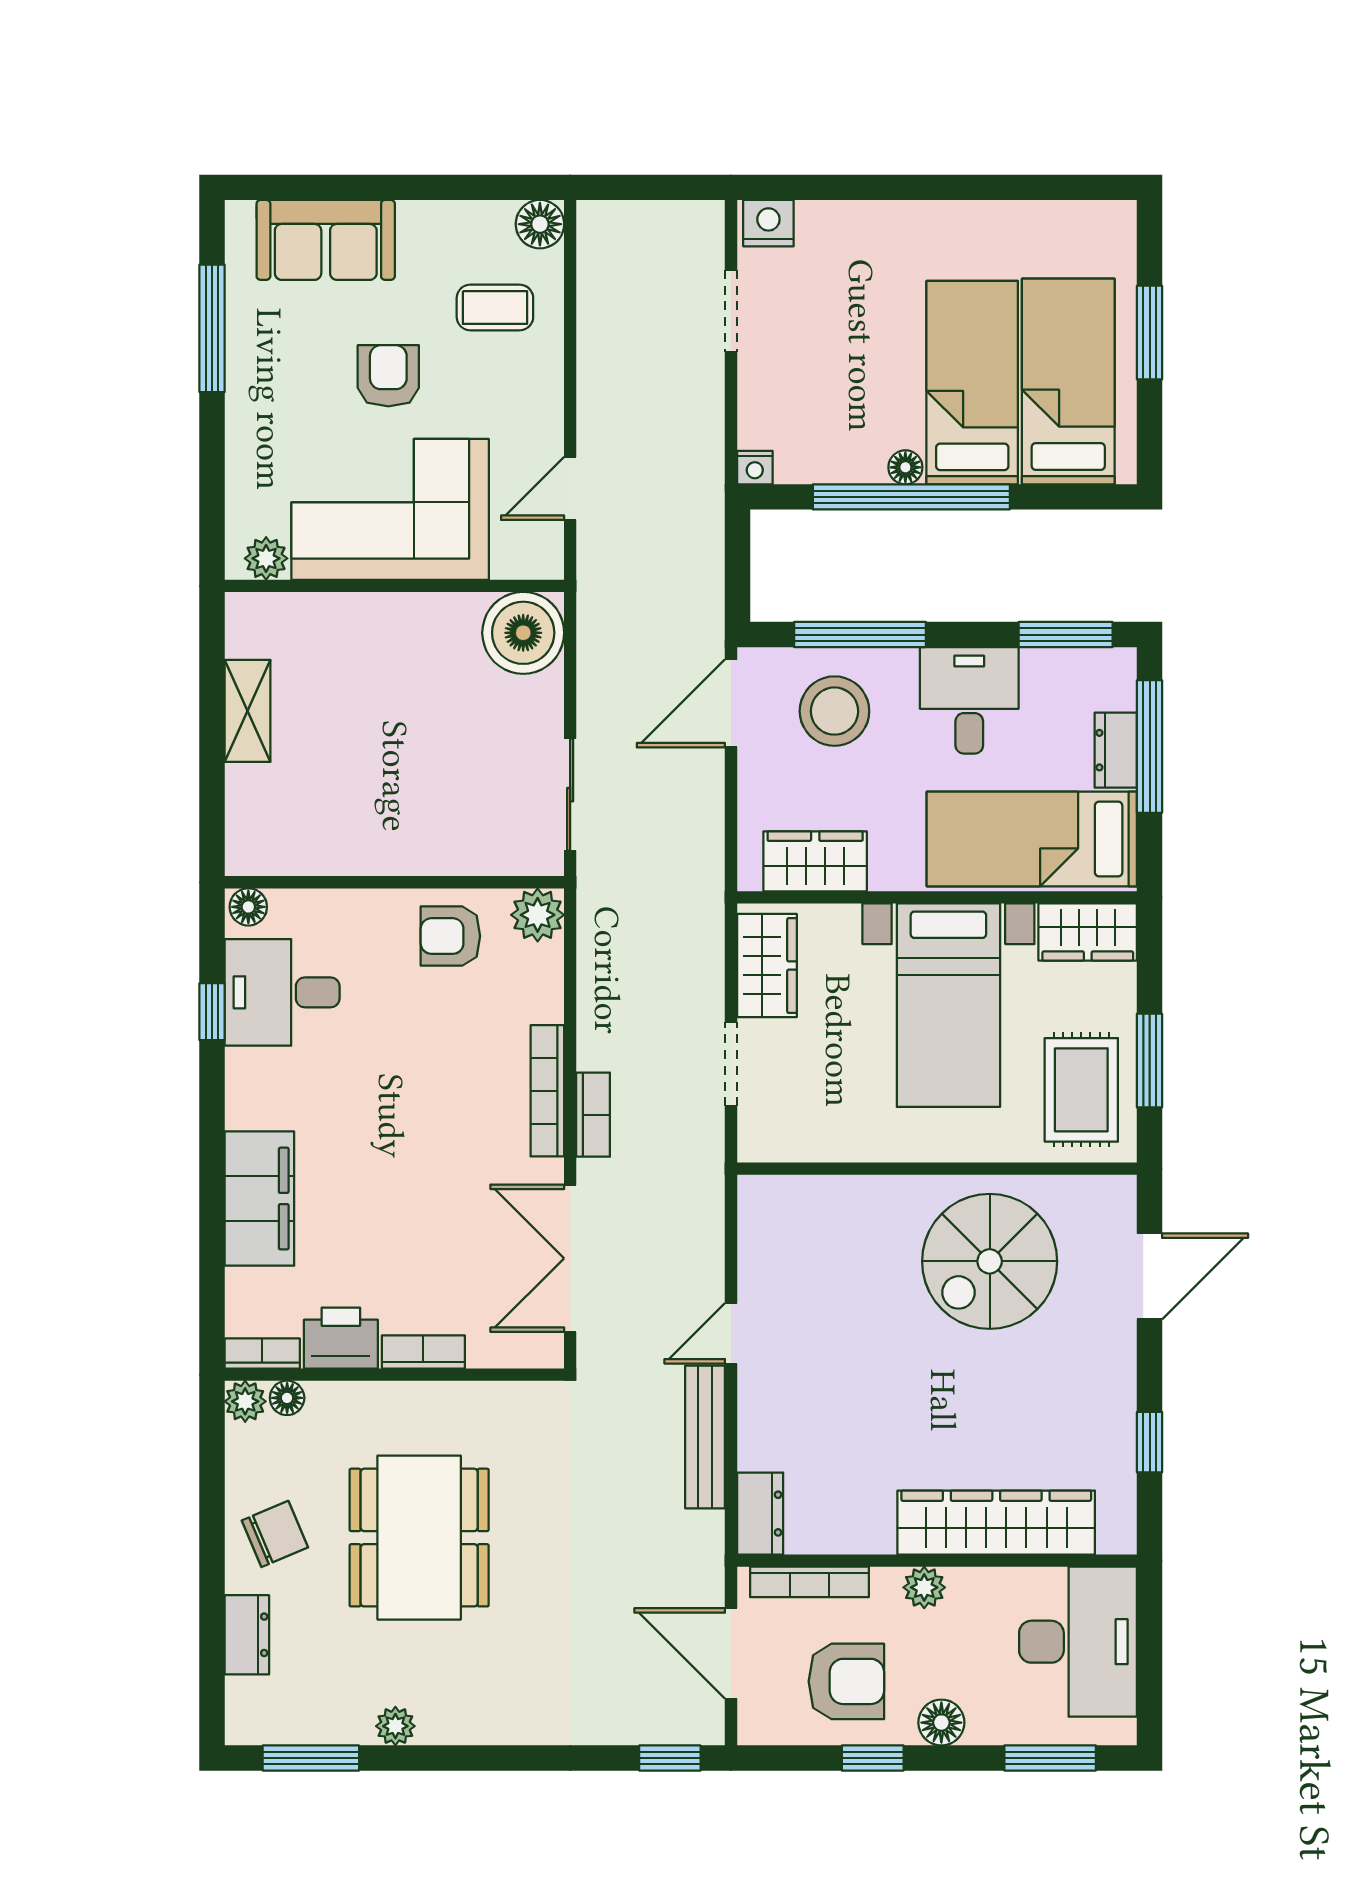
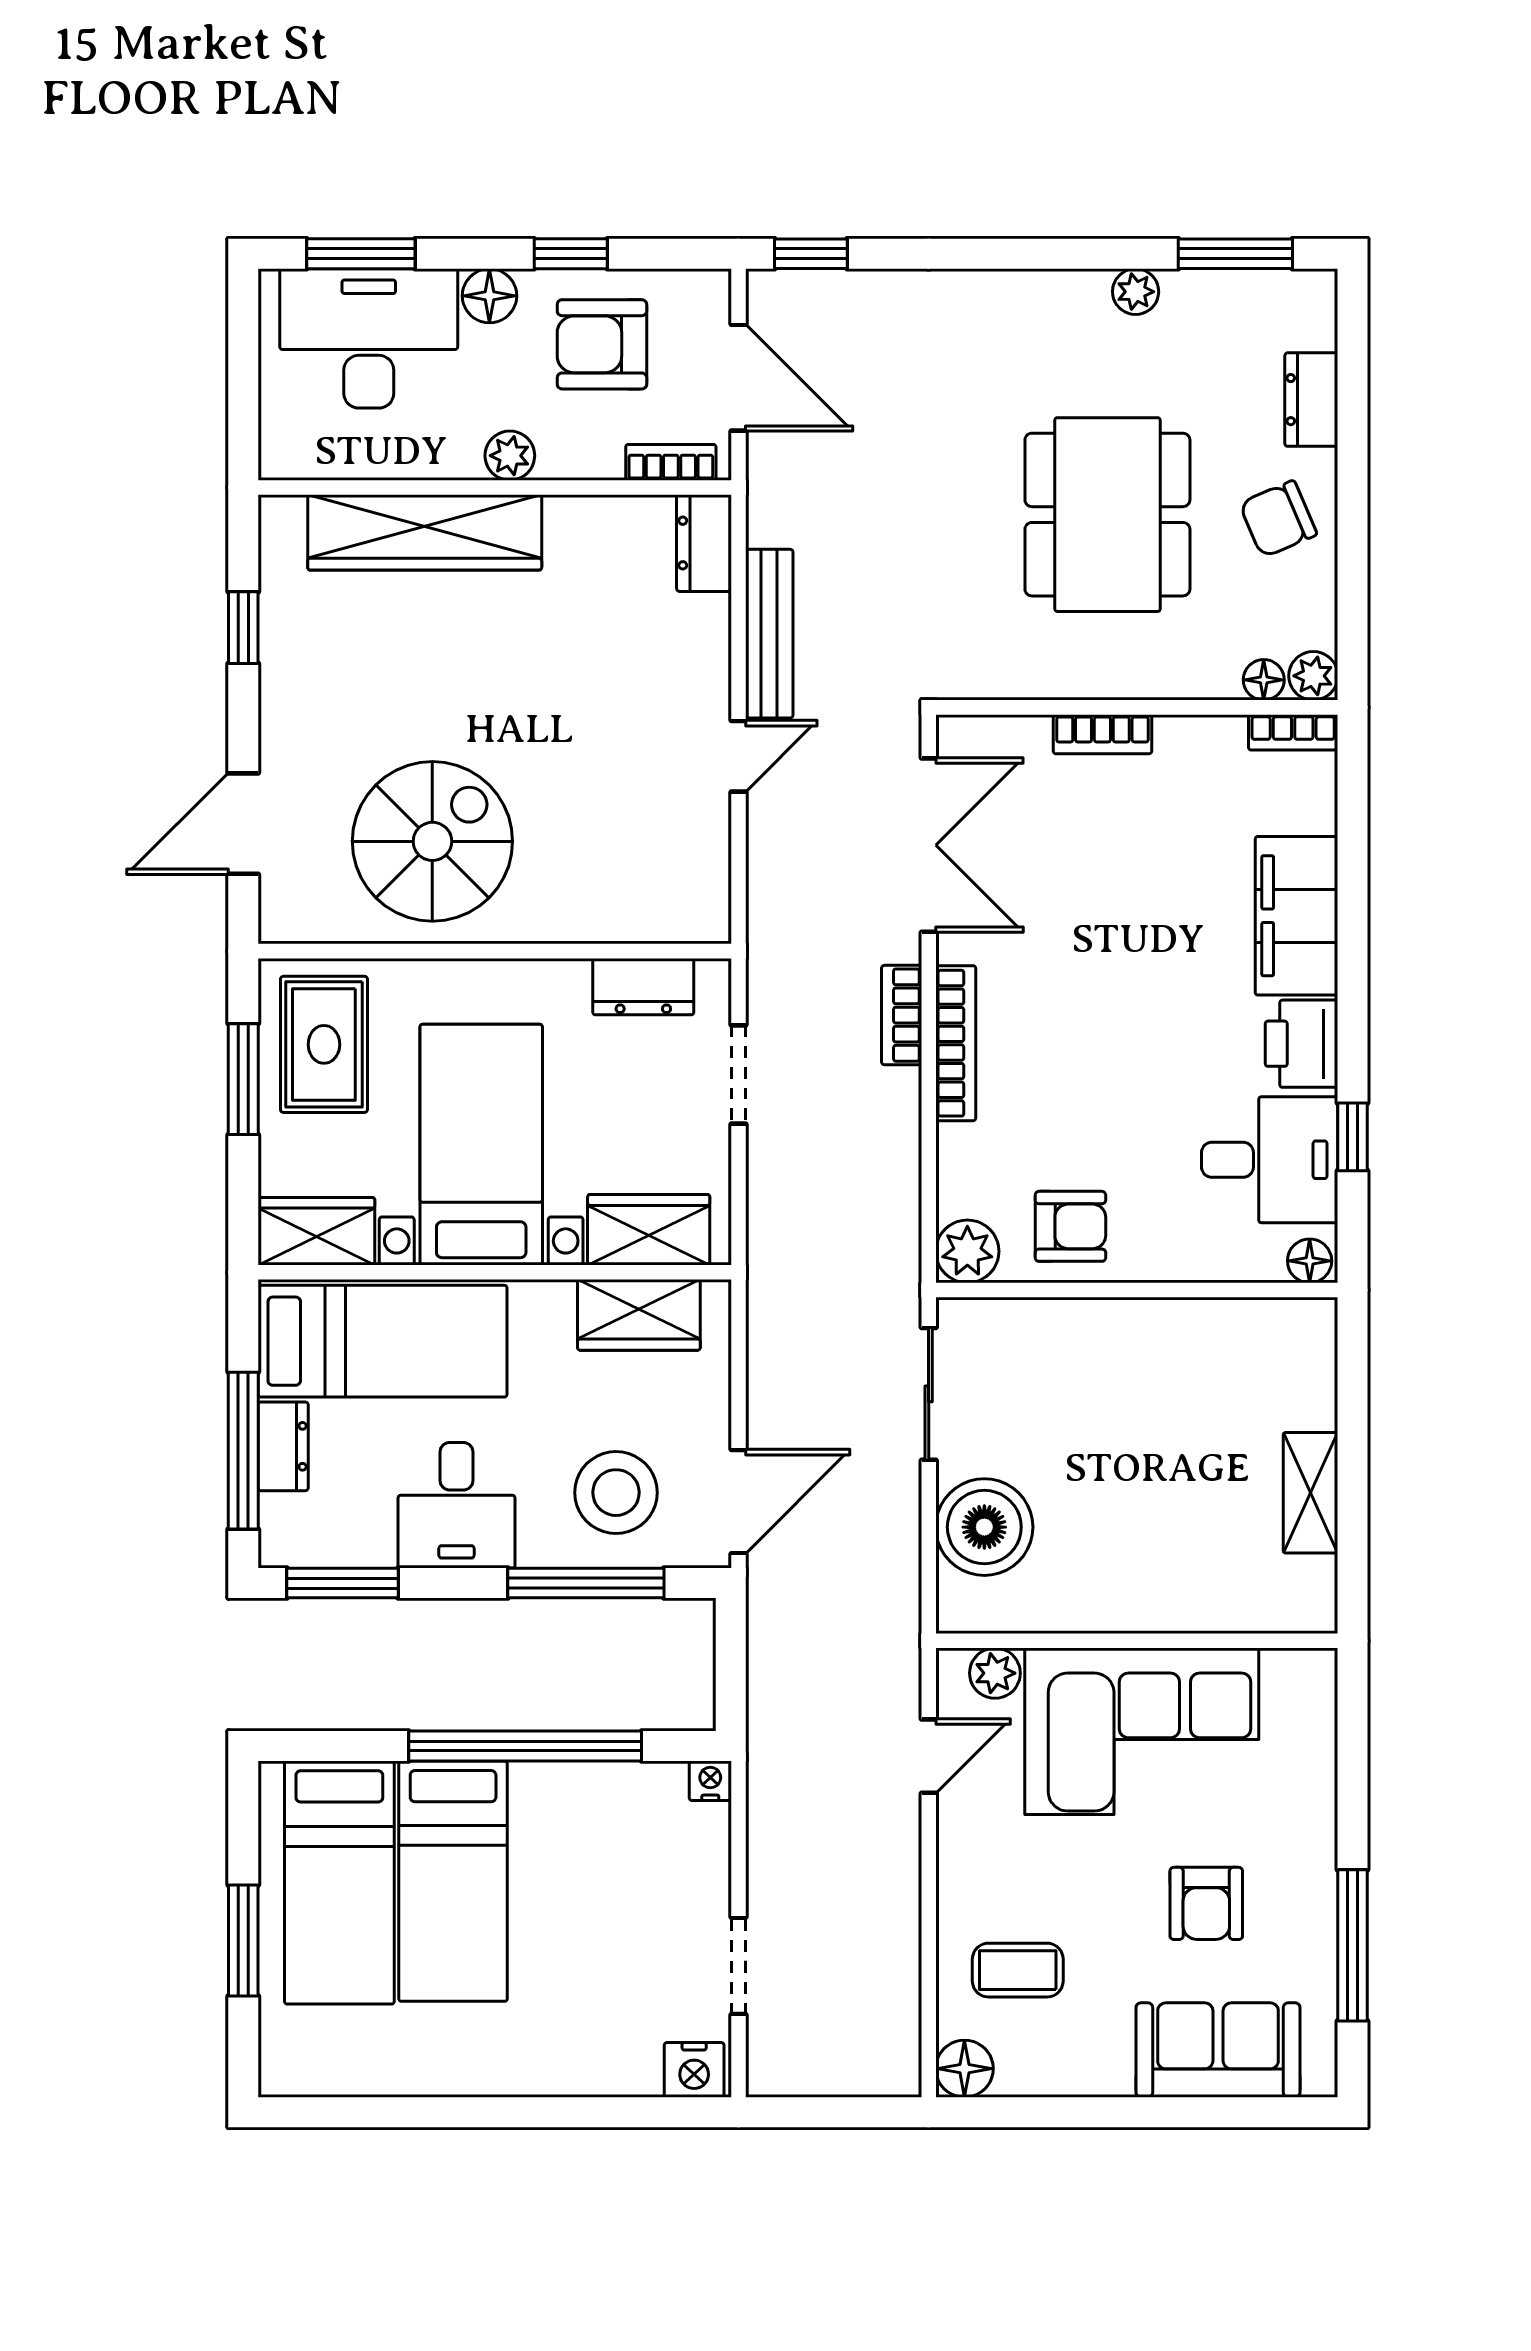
armchair: (388, 376) -> (1206, 1903), moved
floor lamp: (905, 467) -> (532, 1781), removed
plant: (266, 558) -> (995, 1673), moved
boiler: (523, 633) -> (984, 1527), moved
wardrobe: (767, 966) -> (649, 1230), moved, turned 90
dresser: (811, 1139) -> (643, 987), added
printer: (341, 1338) -> (1302, 1044), moved, turned 90
bookcase: (810, 1582) -> (671, 462), width x0.64
desk: (1078, 1642) -> (369, 338), moved, turned 90

